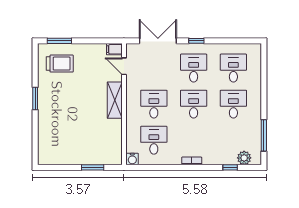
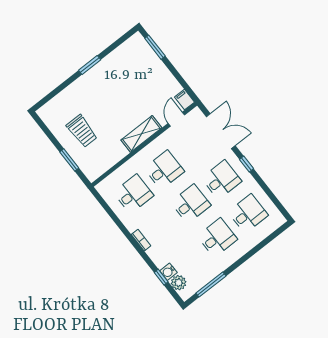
trolley: (60, 64) -> (82, 131), moved
water cooler: (132, 159) -> (168, 272), moved

